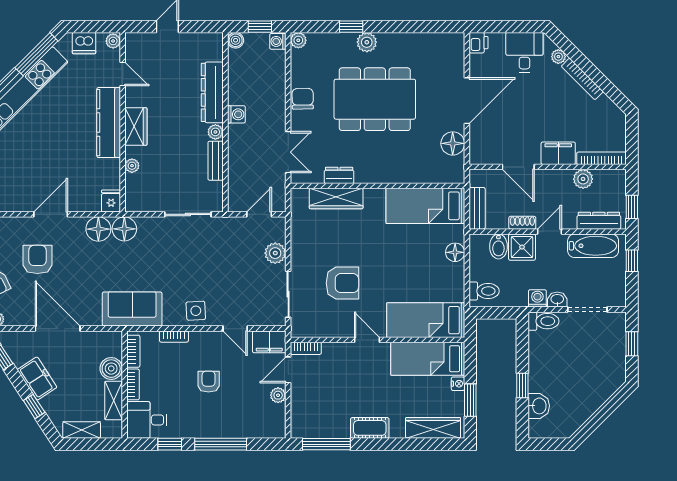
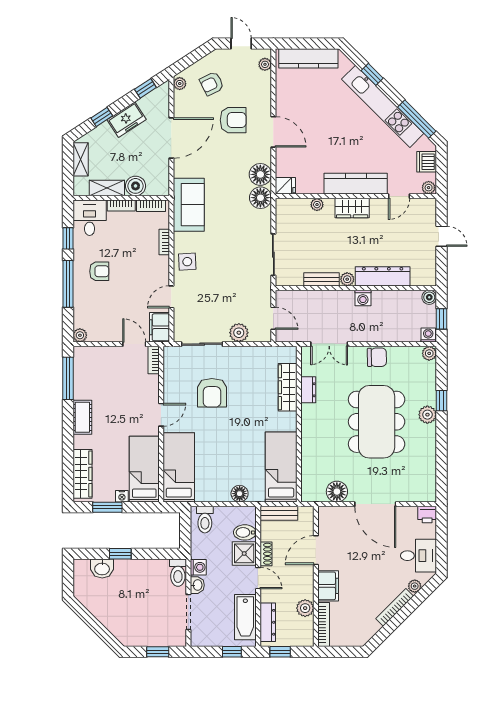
armchair: (209, 382) -> (99, 271), moved
plant: (278, 395) -> (80, 335), moved

